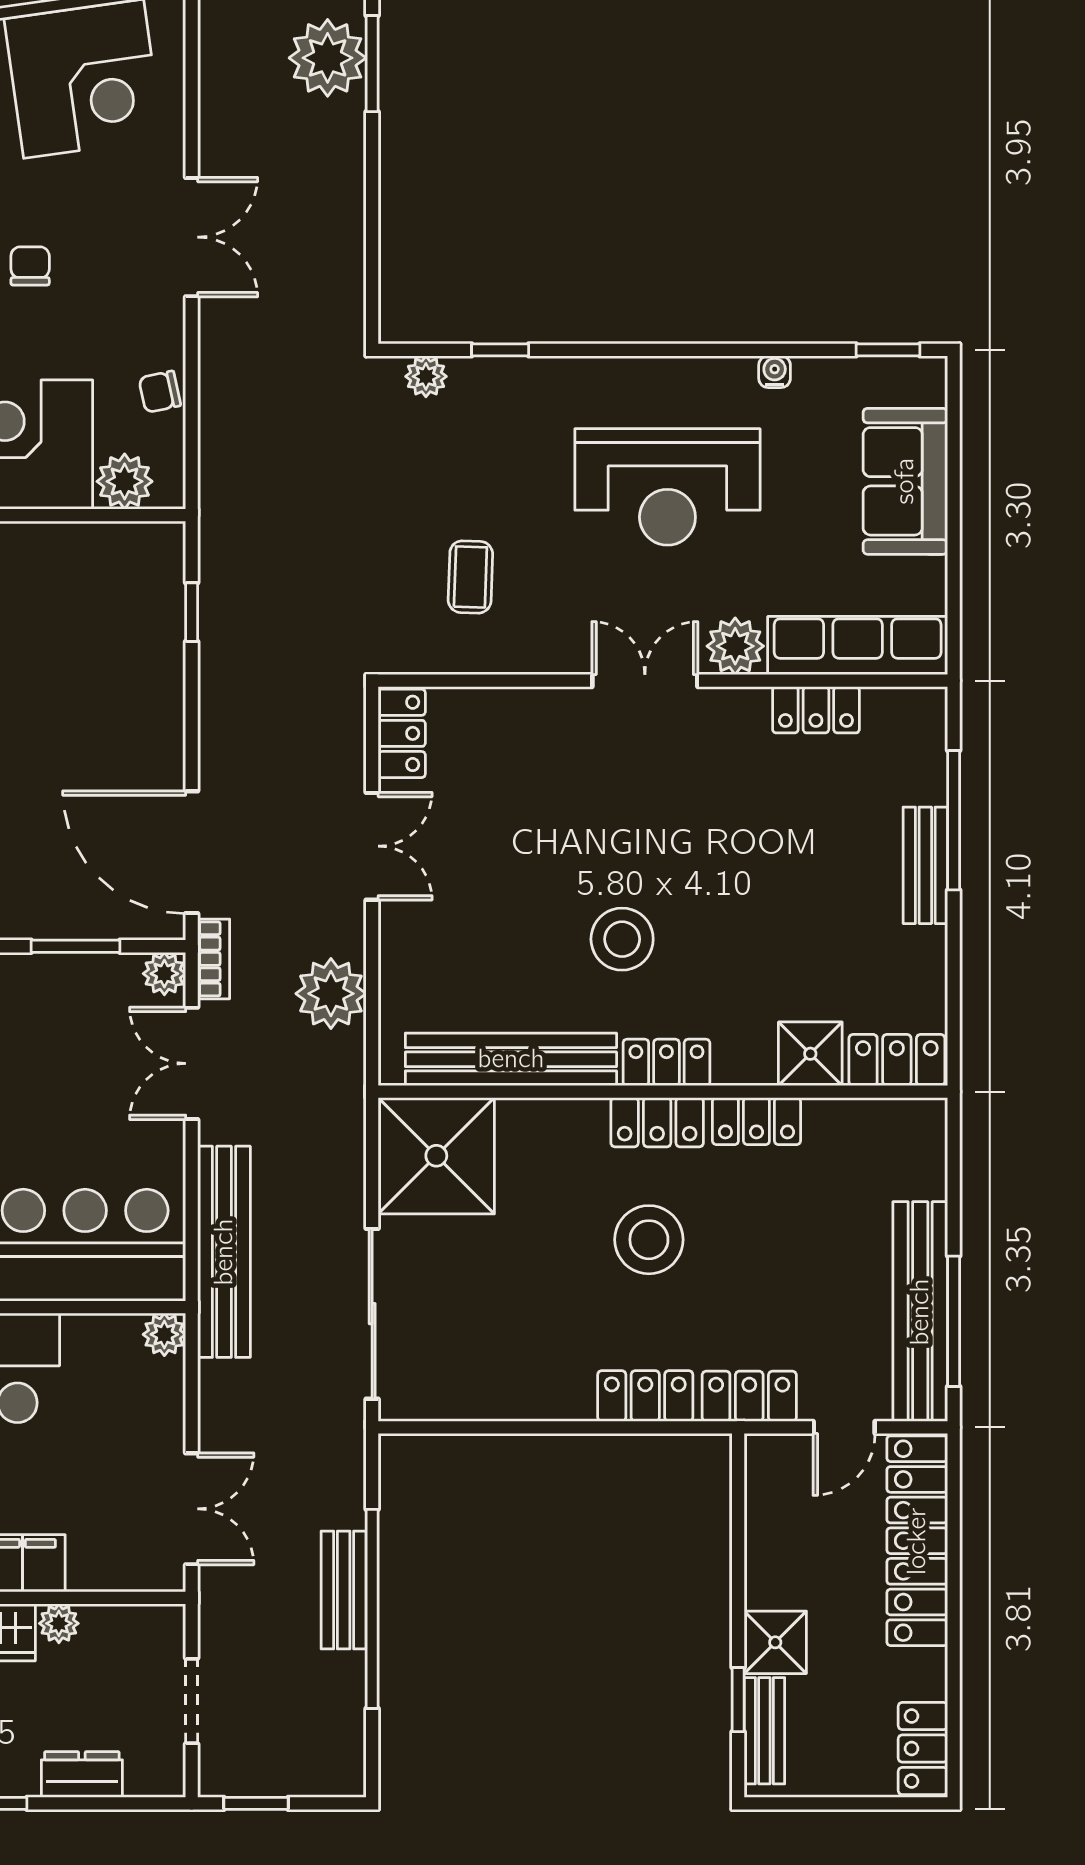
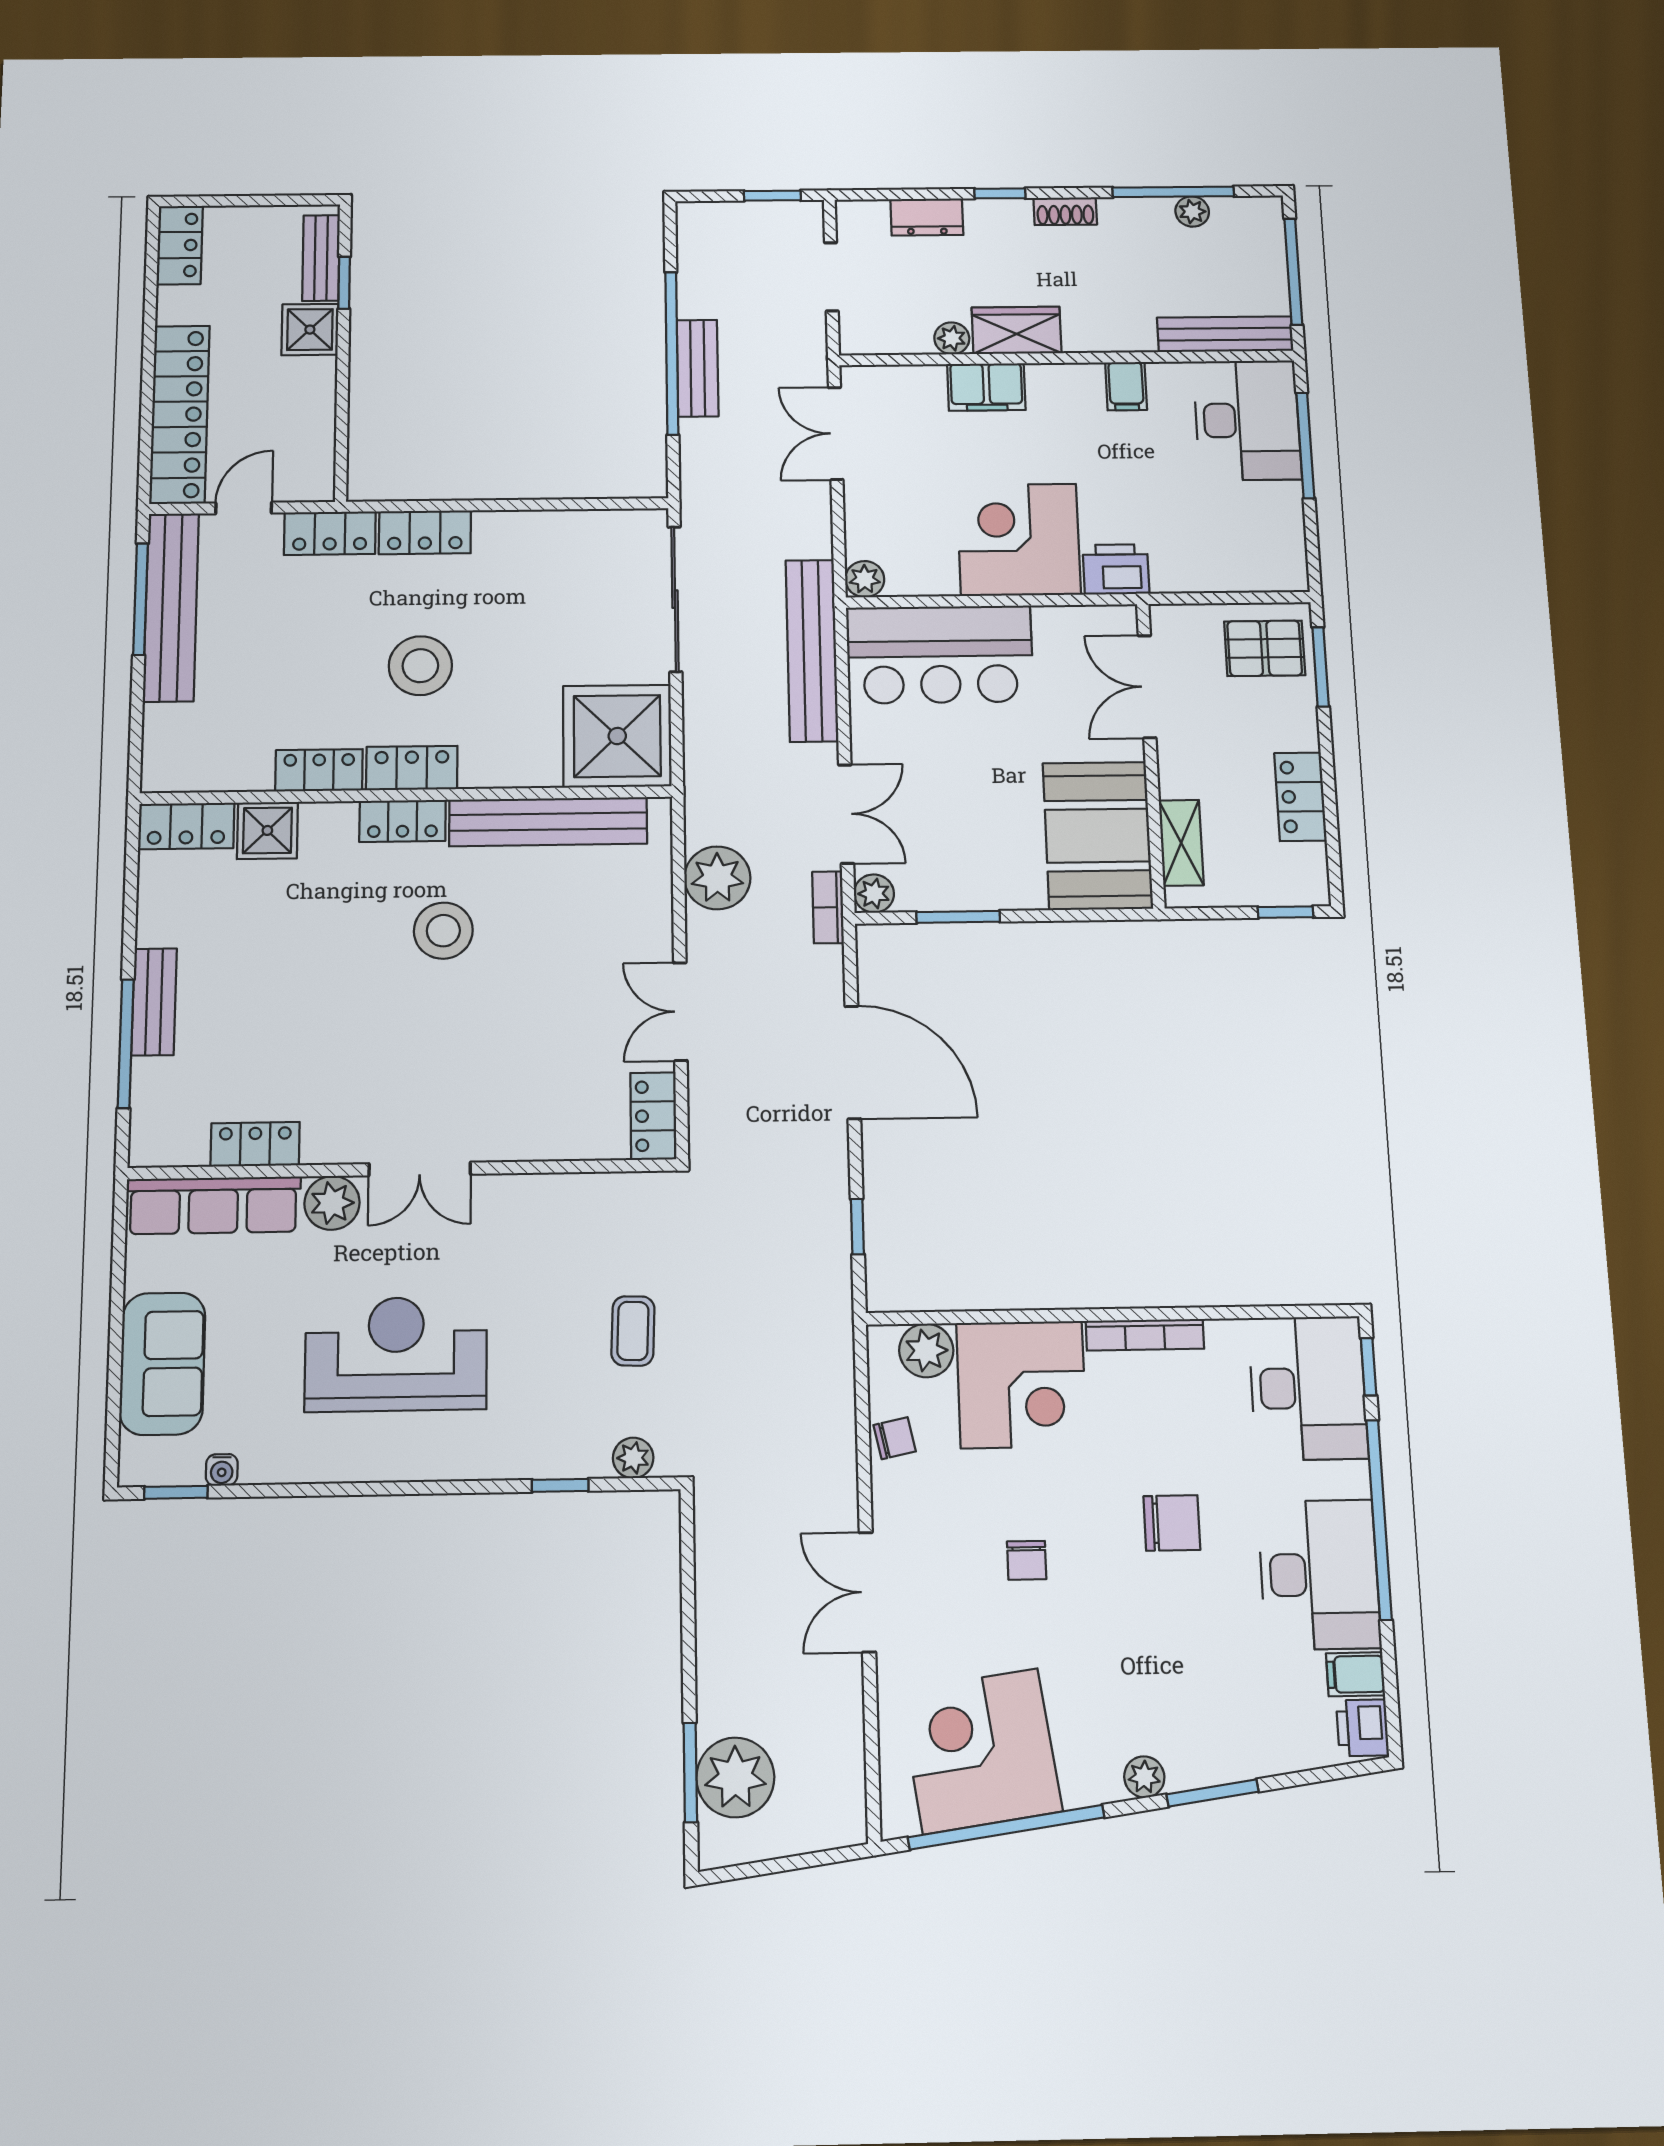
water cooler: (775, 372) -> (222, 1470), moved
coffee table: (470, 577) -> (633, 1331), moved
door: (192, 852) -> (853, 1062), moved

